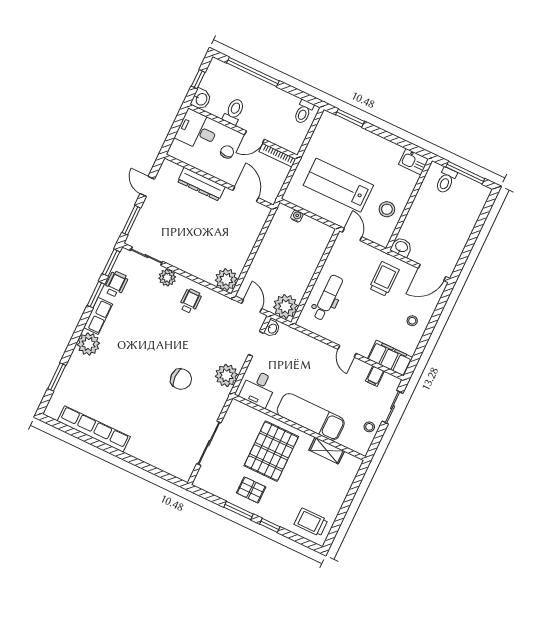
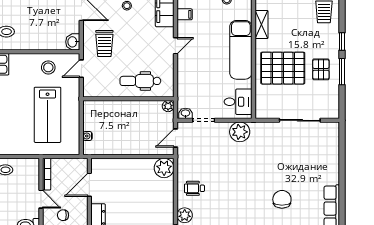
door: (352, 235) -> (81, 69), moved
trolley: (384, 279) -> (104, 44), turned -90
plant: (285, 306) -> (168, 106), width x0.53, depth x0.53
chair: (181, 379) -> (282, 199), moved

